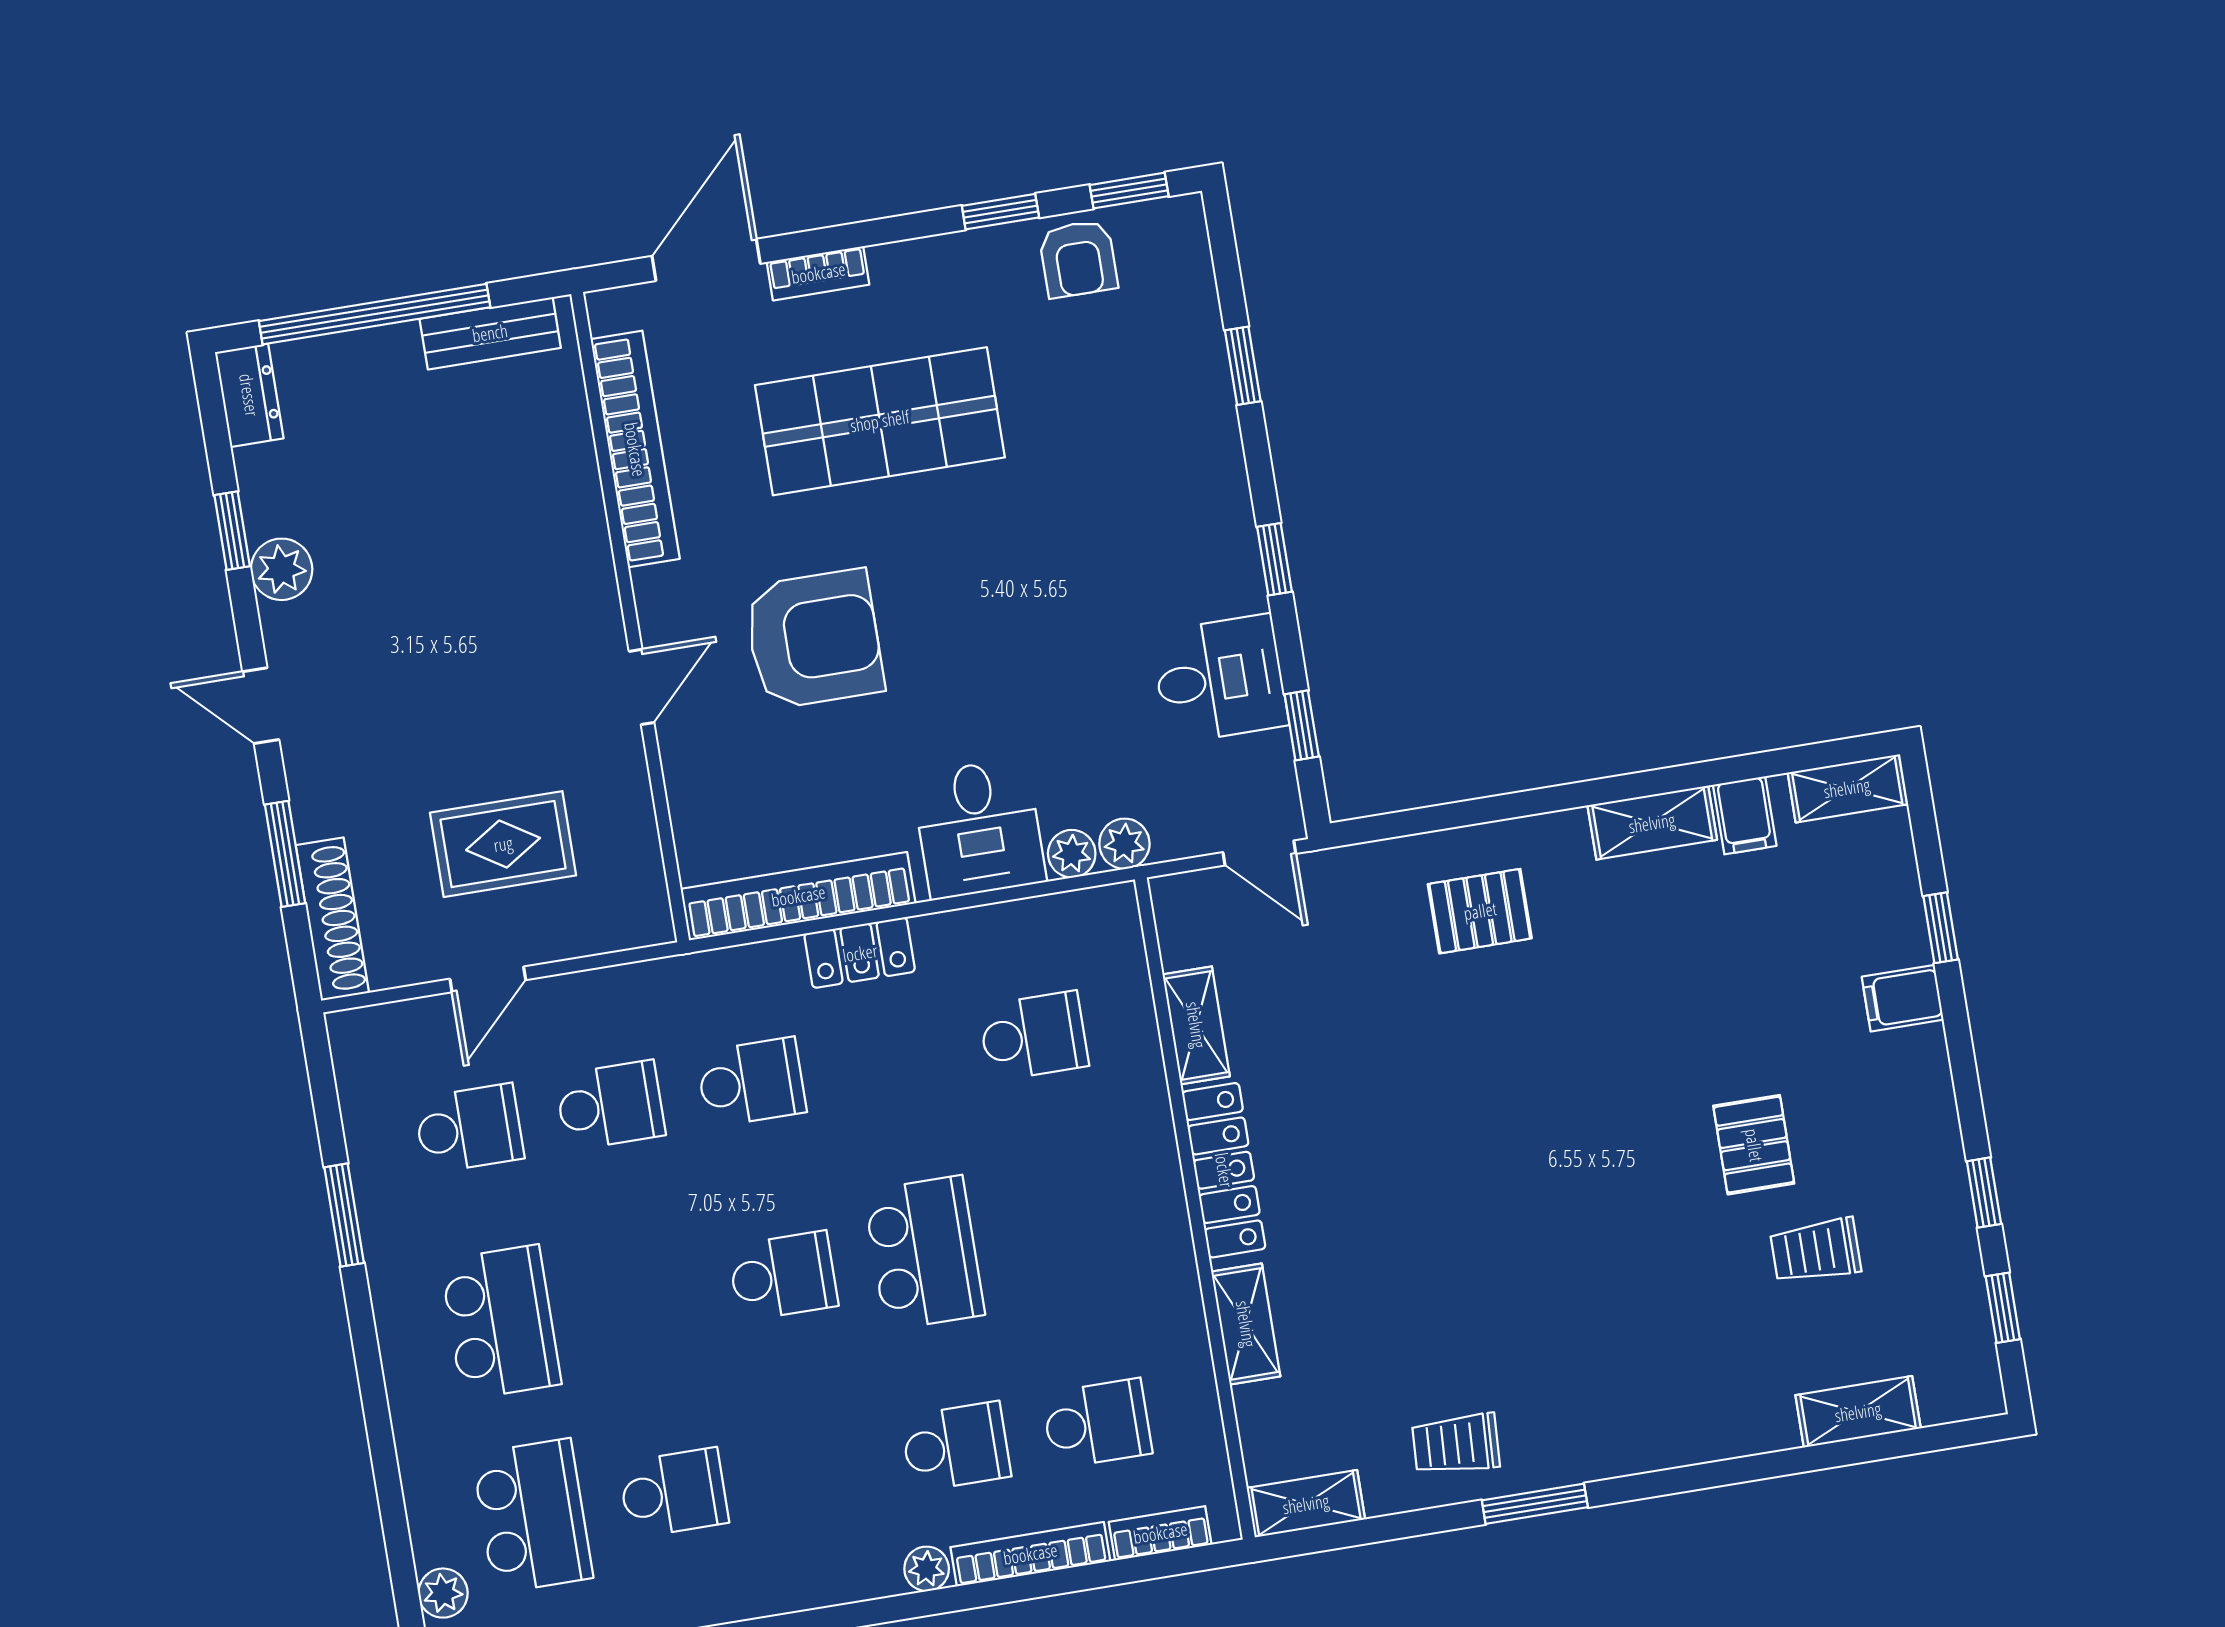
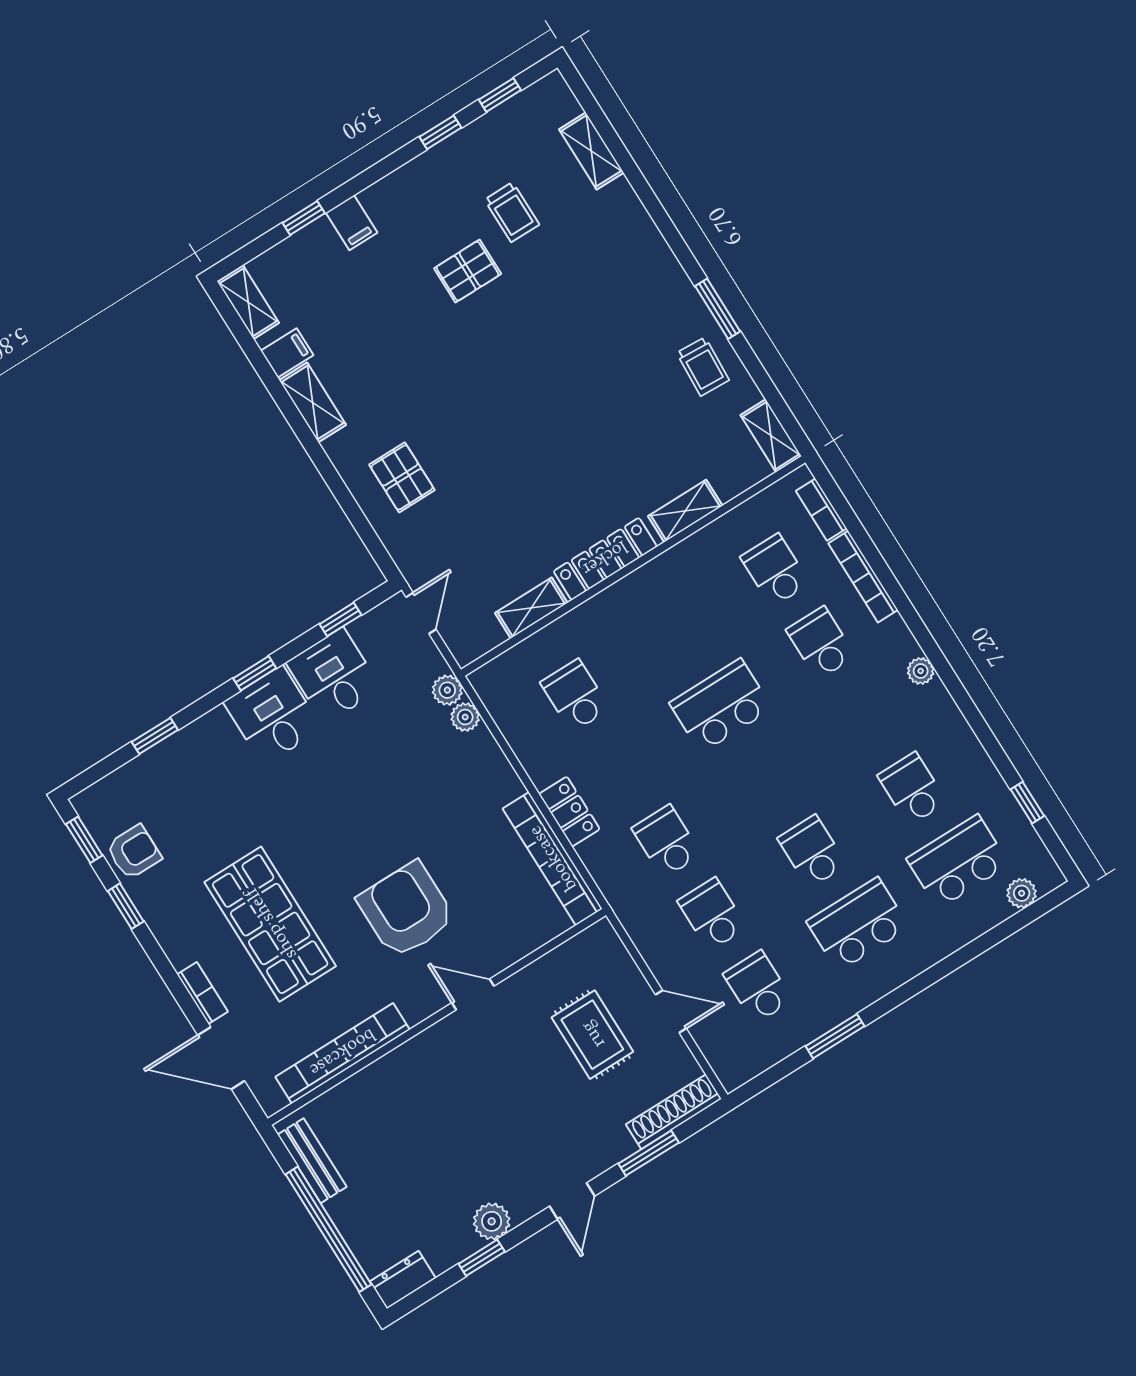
desk: (979, 828) -> (273, 715), moved, turned -90
school desk: (783, 1276) -> (812, 852), moved
plant: (927, 1569) -> (921, 671), moved

